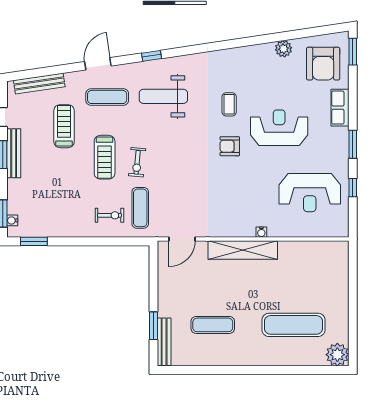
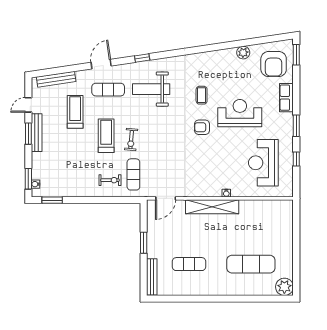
treadmill: (105, 157) -> (106, 136), turned 180
reception desk: (310, 193) -> (263, 163), turned 90
window: (153, 326) -> (144, 243), moved

